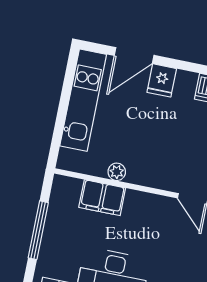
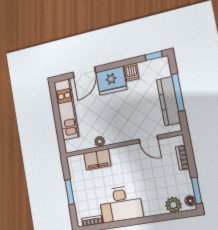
fridge: (162, 80) -> (111, 81), width x1.88, depth x1.34
window: (38, 230) -> (70, 192), width x0.69

